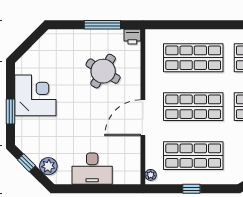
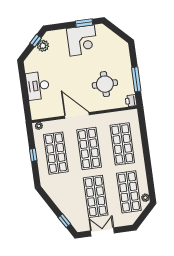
round table: (103, 71) -> (105, 84), turned -31
window: (11, 111) -> (84, 23), moved
plant: (48, 166) -> (43, 46), moved

